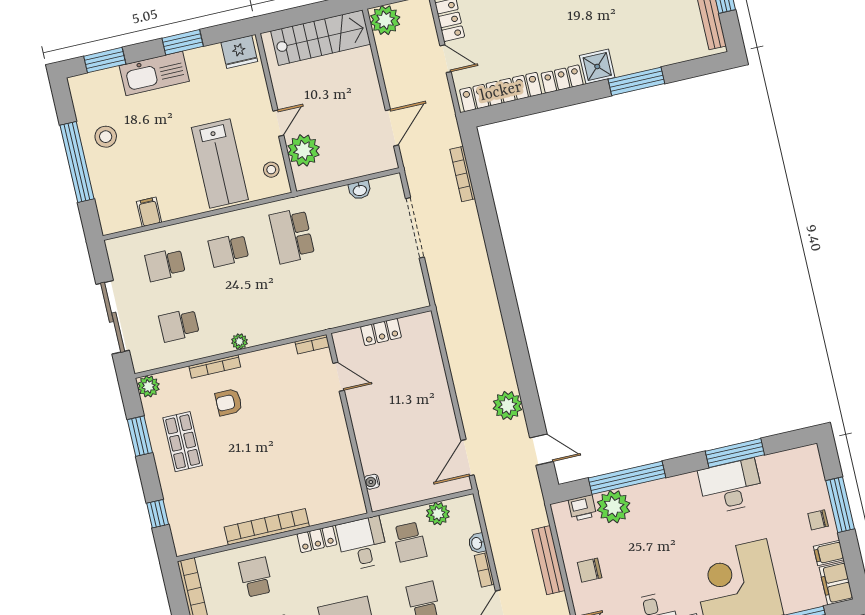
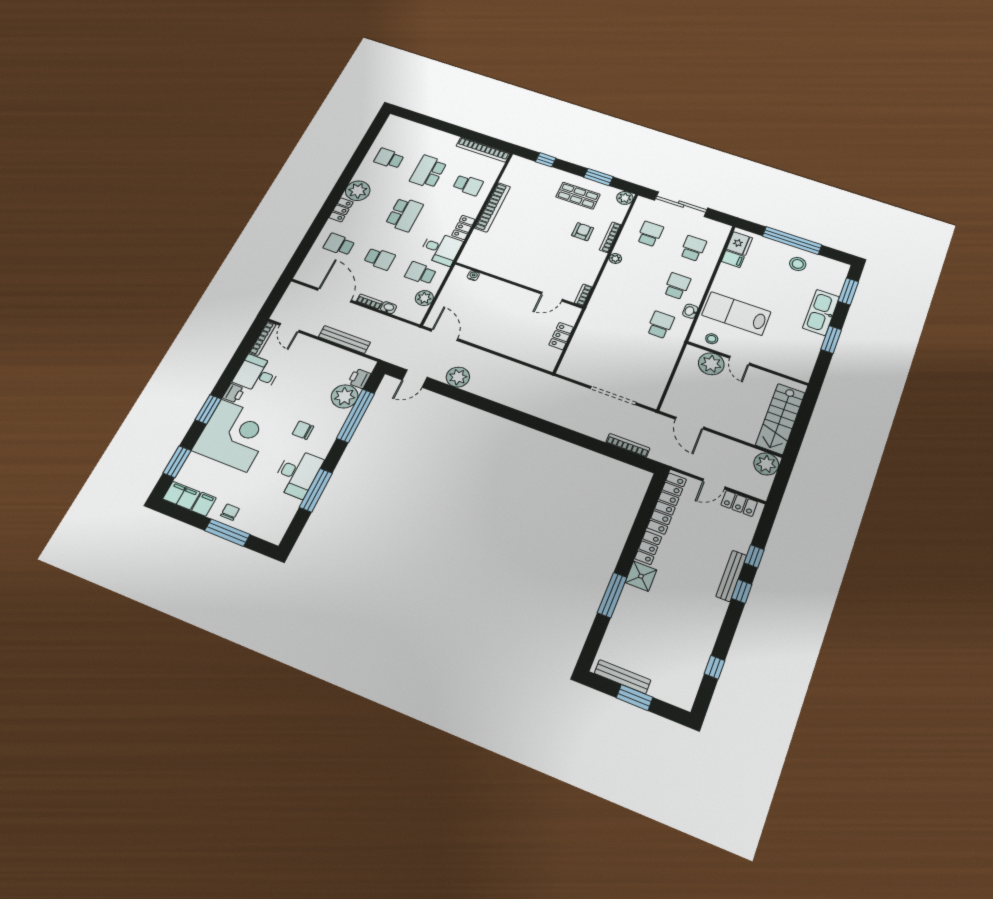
fridge: (239, 52) -> (739, 244), moved, turned 180
washbasin: (360, 190) -> (690, 311), moved
school desk: (292, 236) -> (660, 325), width x0.54
chair: (590, 570) -> (303, 430), moved, turned -90

